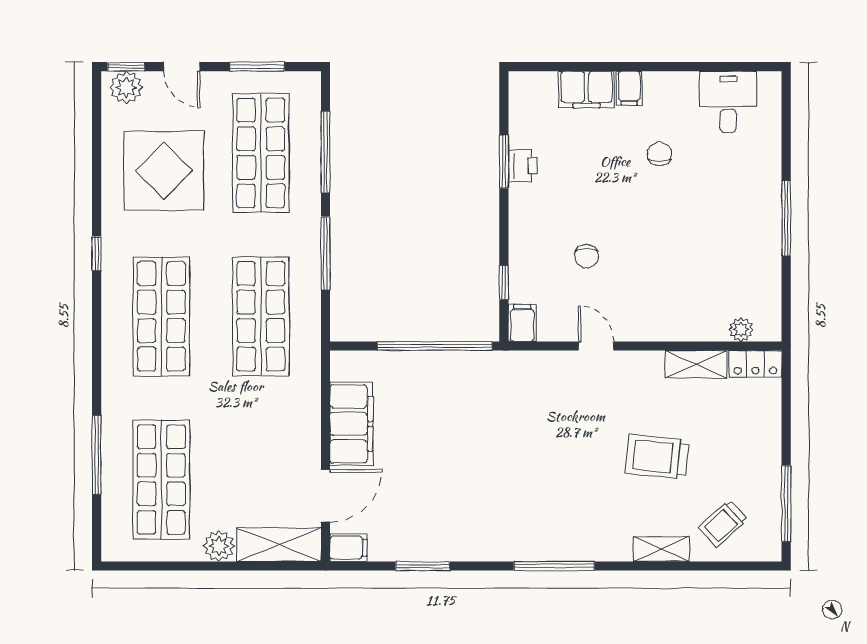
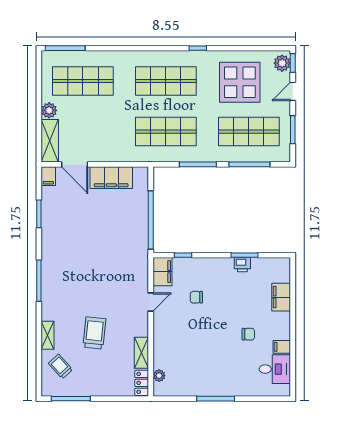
filing cabinet: (629, 88) -> (282, 347), moved
filing cabinet: (522, 323) -> (162, 272), width x2.00
window: (97, 455) -> (65, 48), moved

